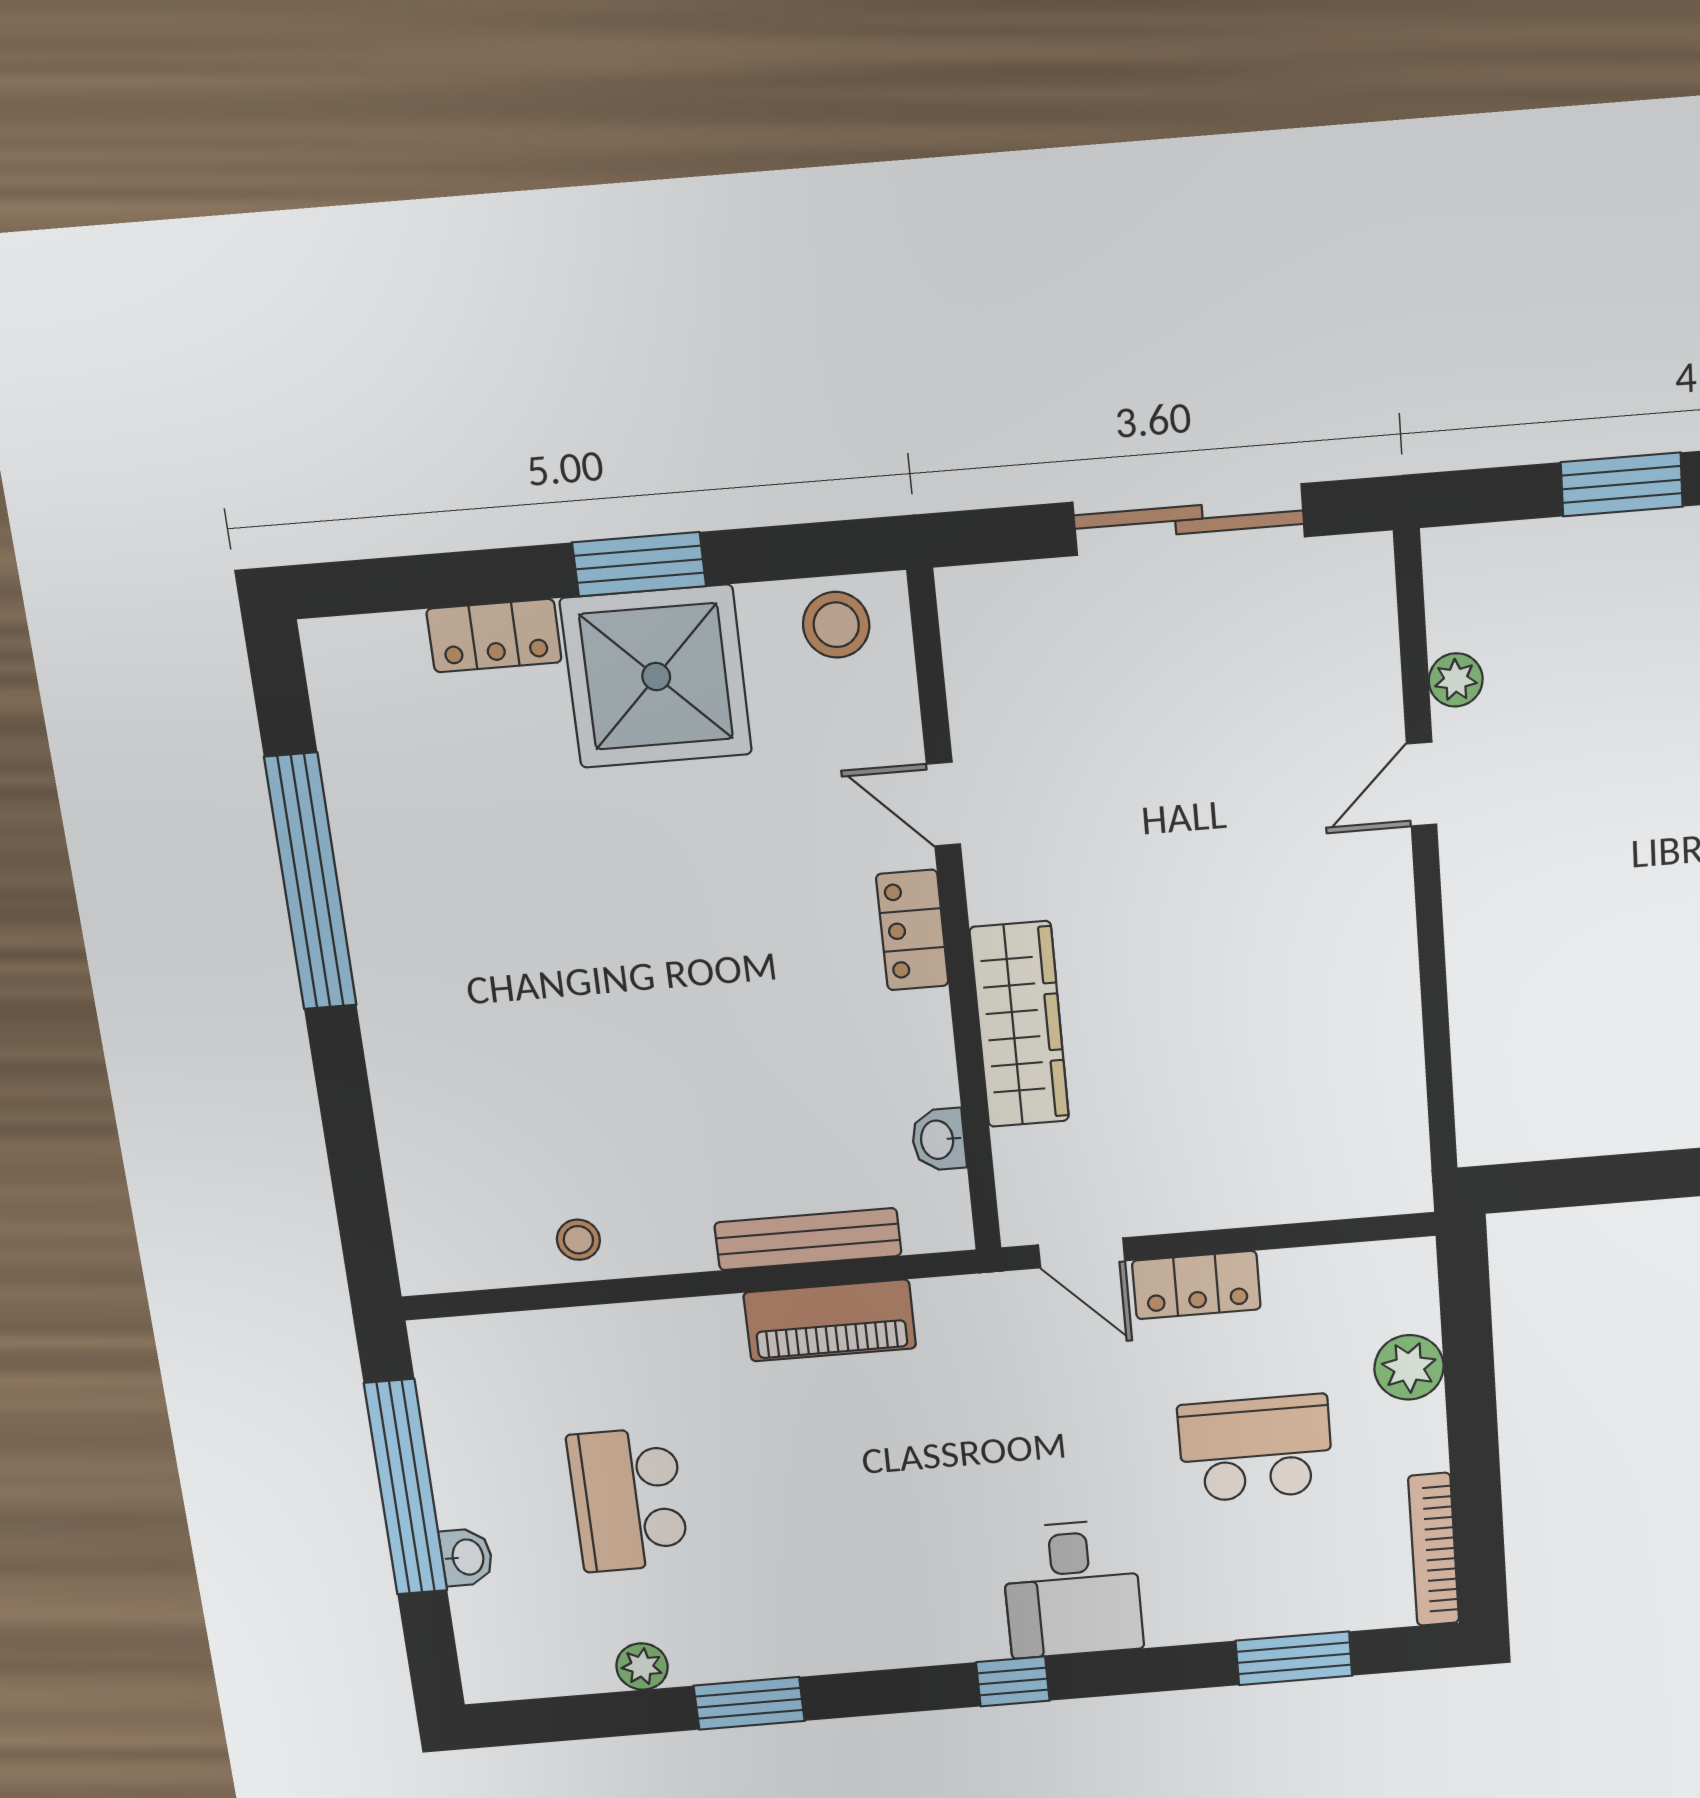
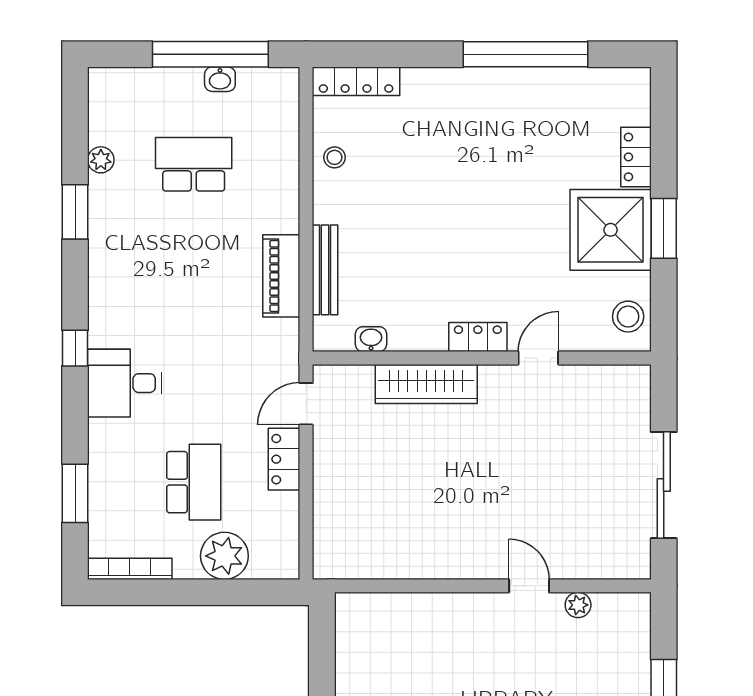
locker: (418, 1211) -> (356, 81), added
plant: (1409, 1367) -> (224, 556), width x1.36, depth x1.36
washbasin: (467, 1557) -> (220, 79), moved

